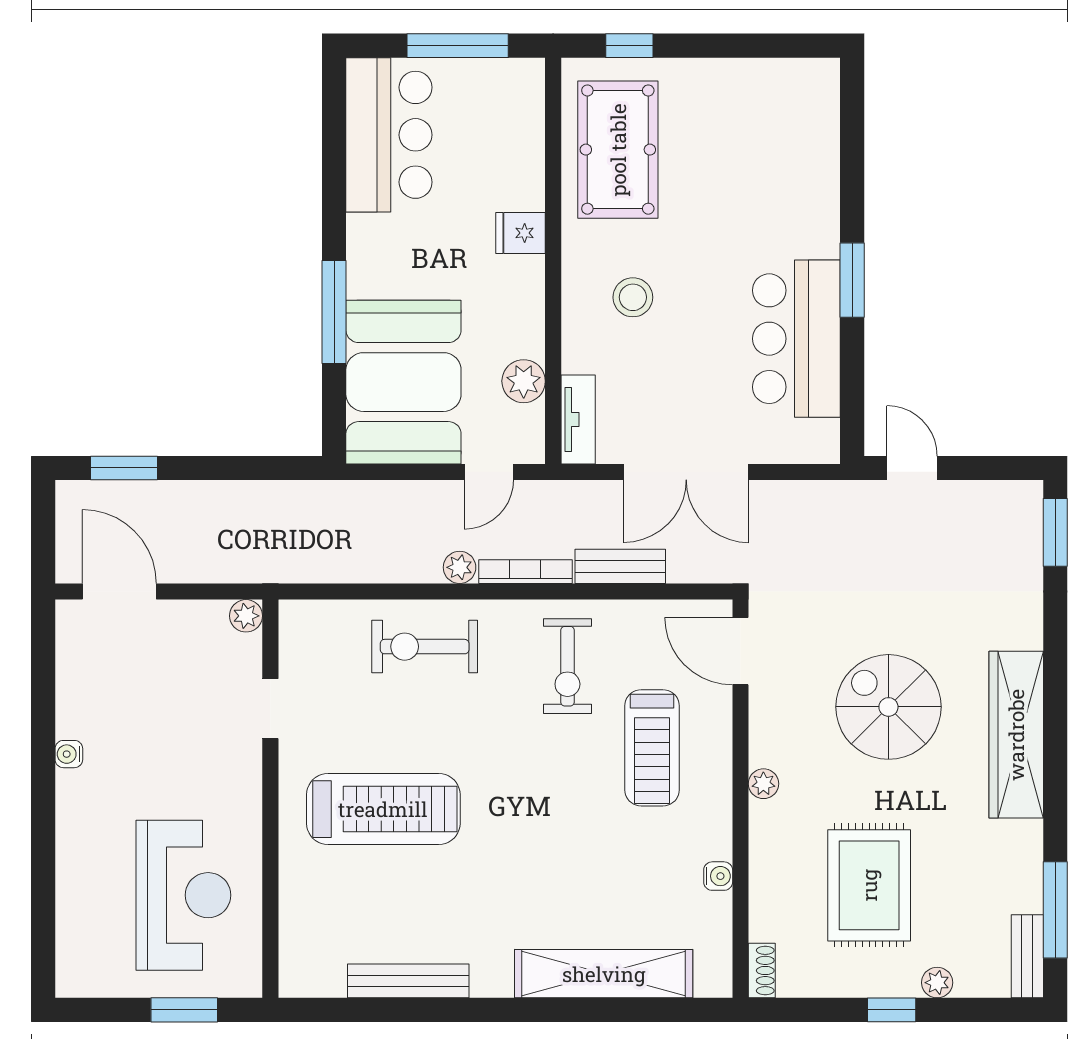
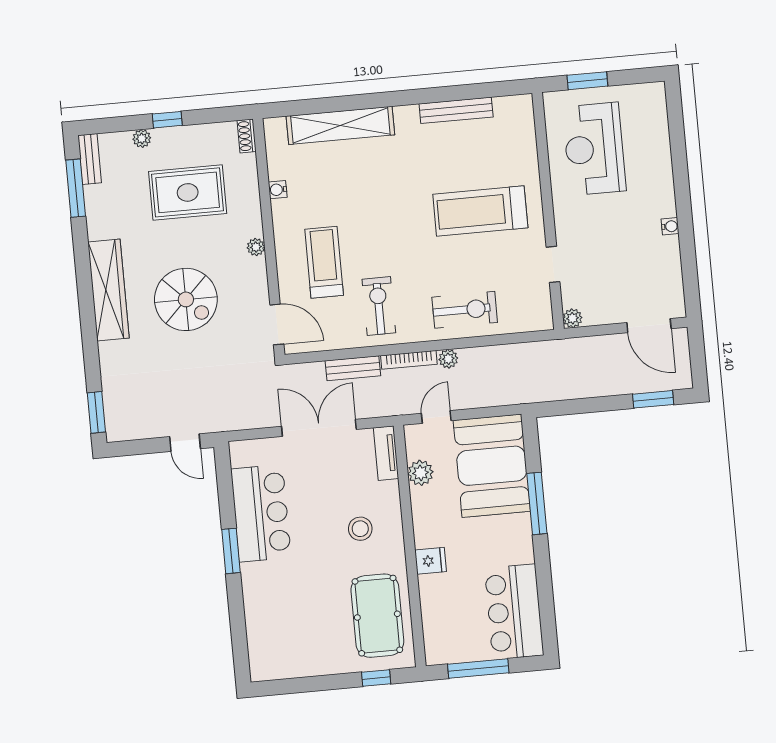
rug: (869, 885) -> (188, 192), turned 90

